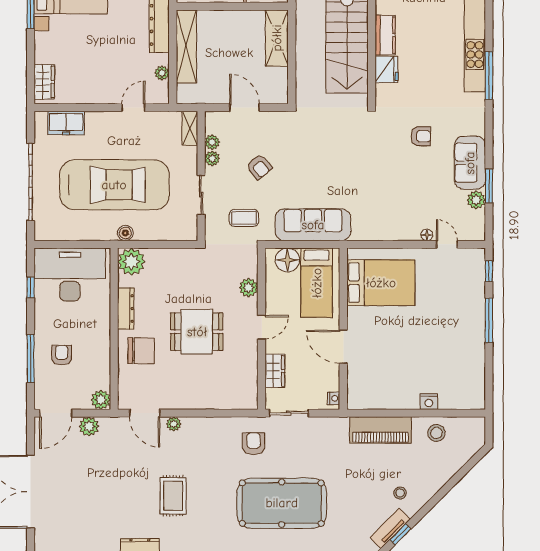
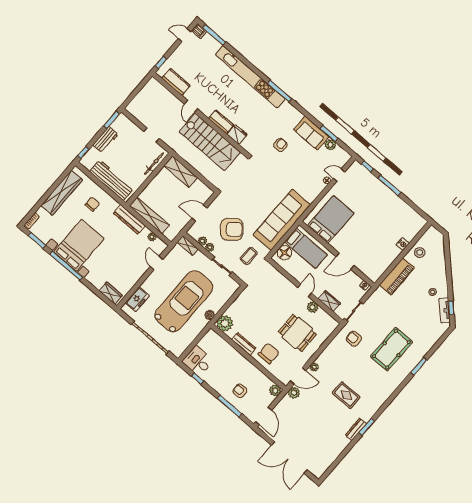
armchair: (259, 167) -> (232, 229), width x1.88, depth x1.88
sofa: (313, 225) -> (282, 220), width x1.36, depth x1.27
desk: (70, 275) -> (198, 361), width x0.53, depth x0.77
plant: (249, 288) -> (313, 307), moved
dining table: (197, 332) -> (297, 333), moved, turned 90
plant: (89, 426) -> (294, 393), moved
pool table: (282, 503) -> (392, 349), width x0.73, depth x0.76

